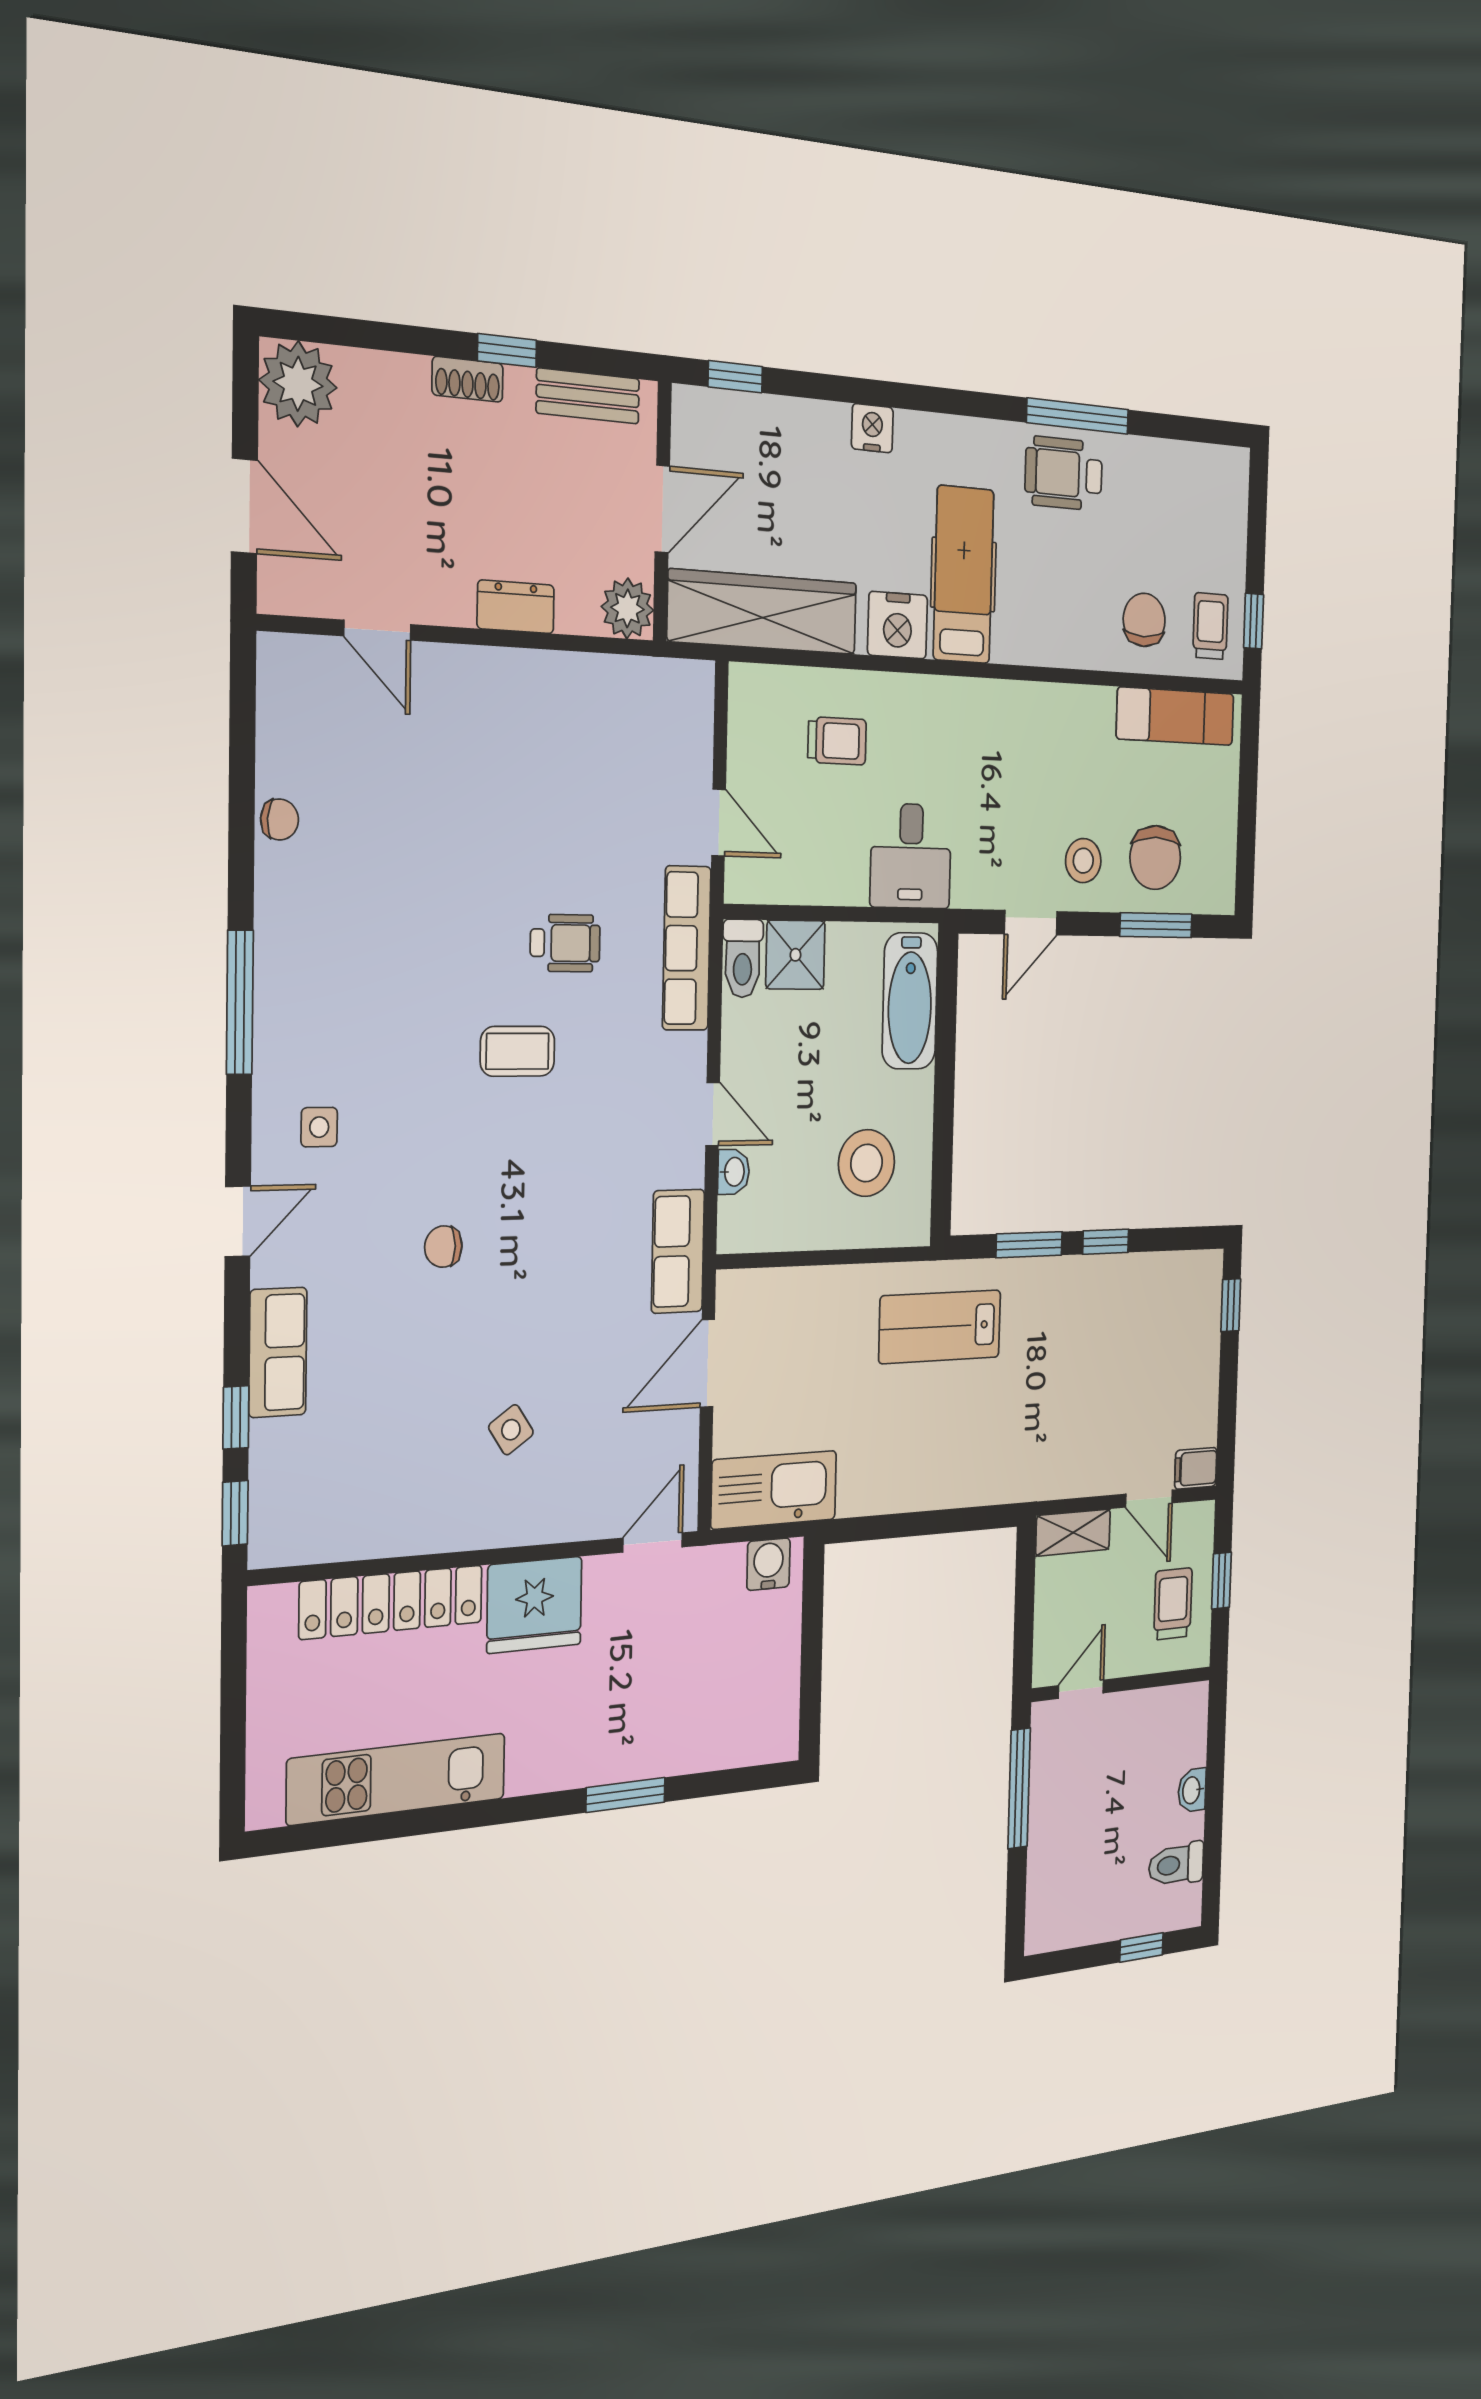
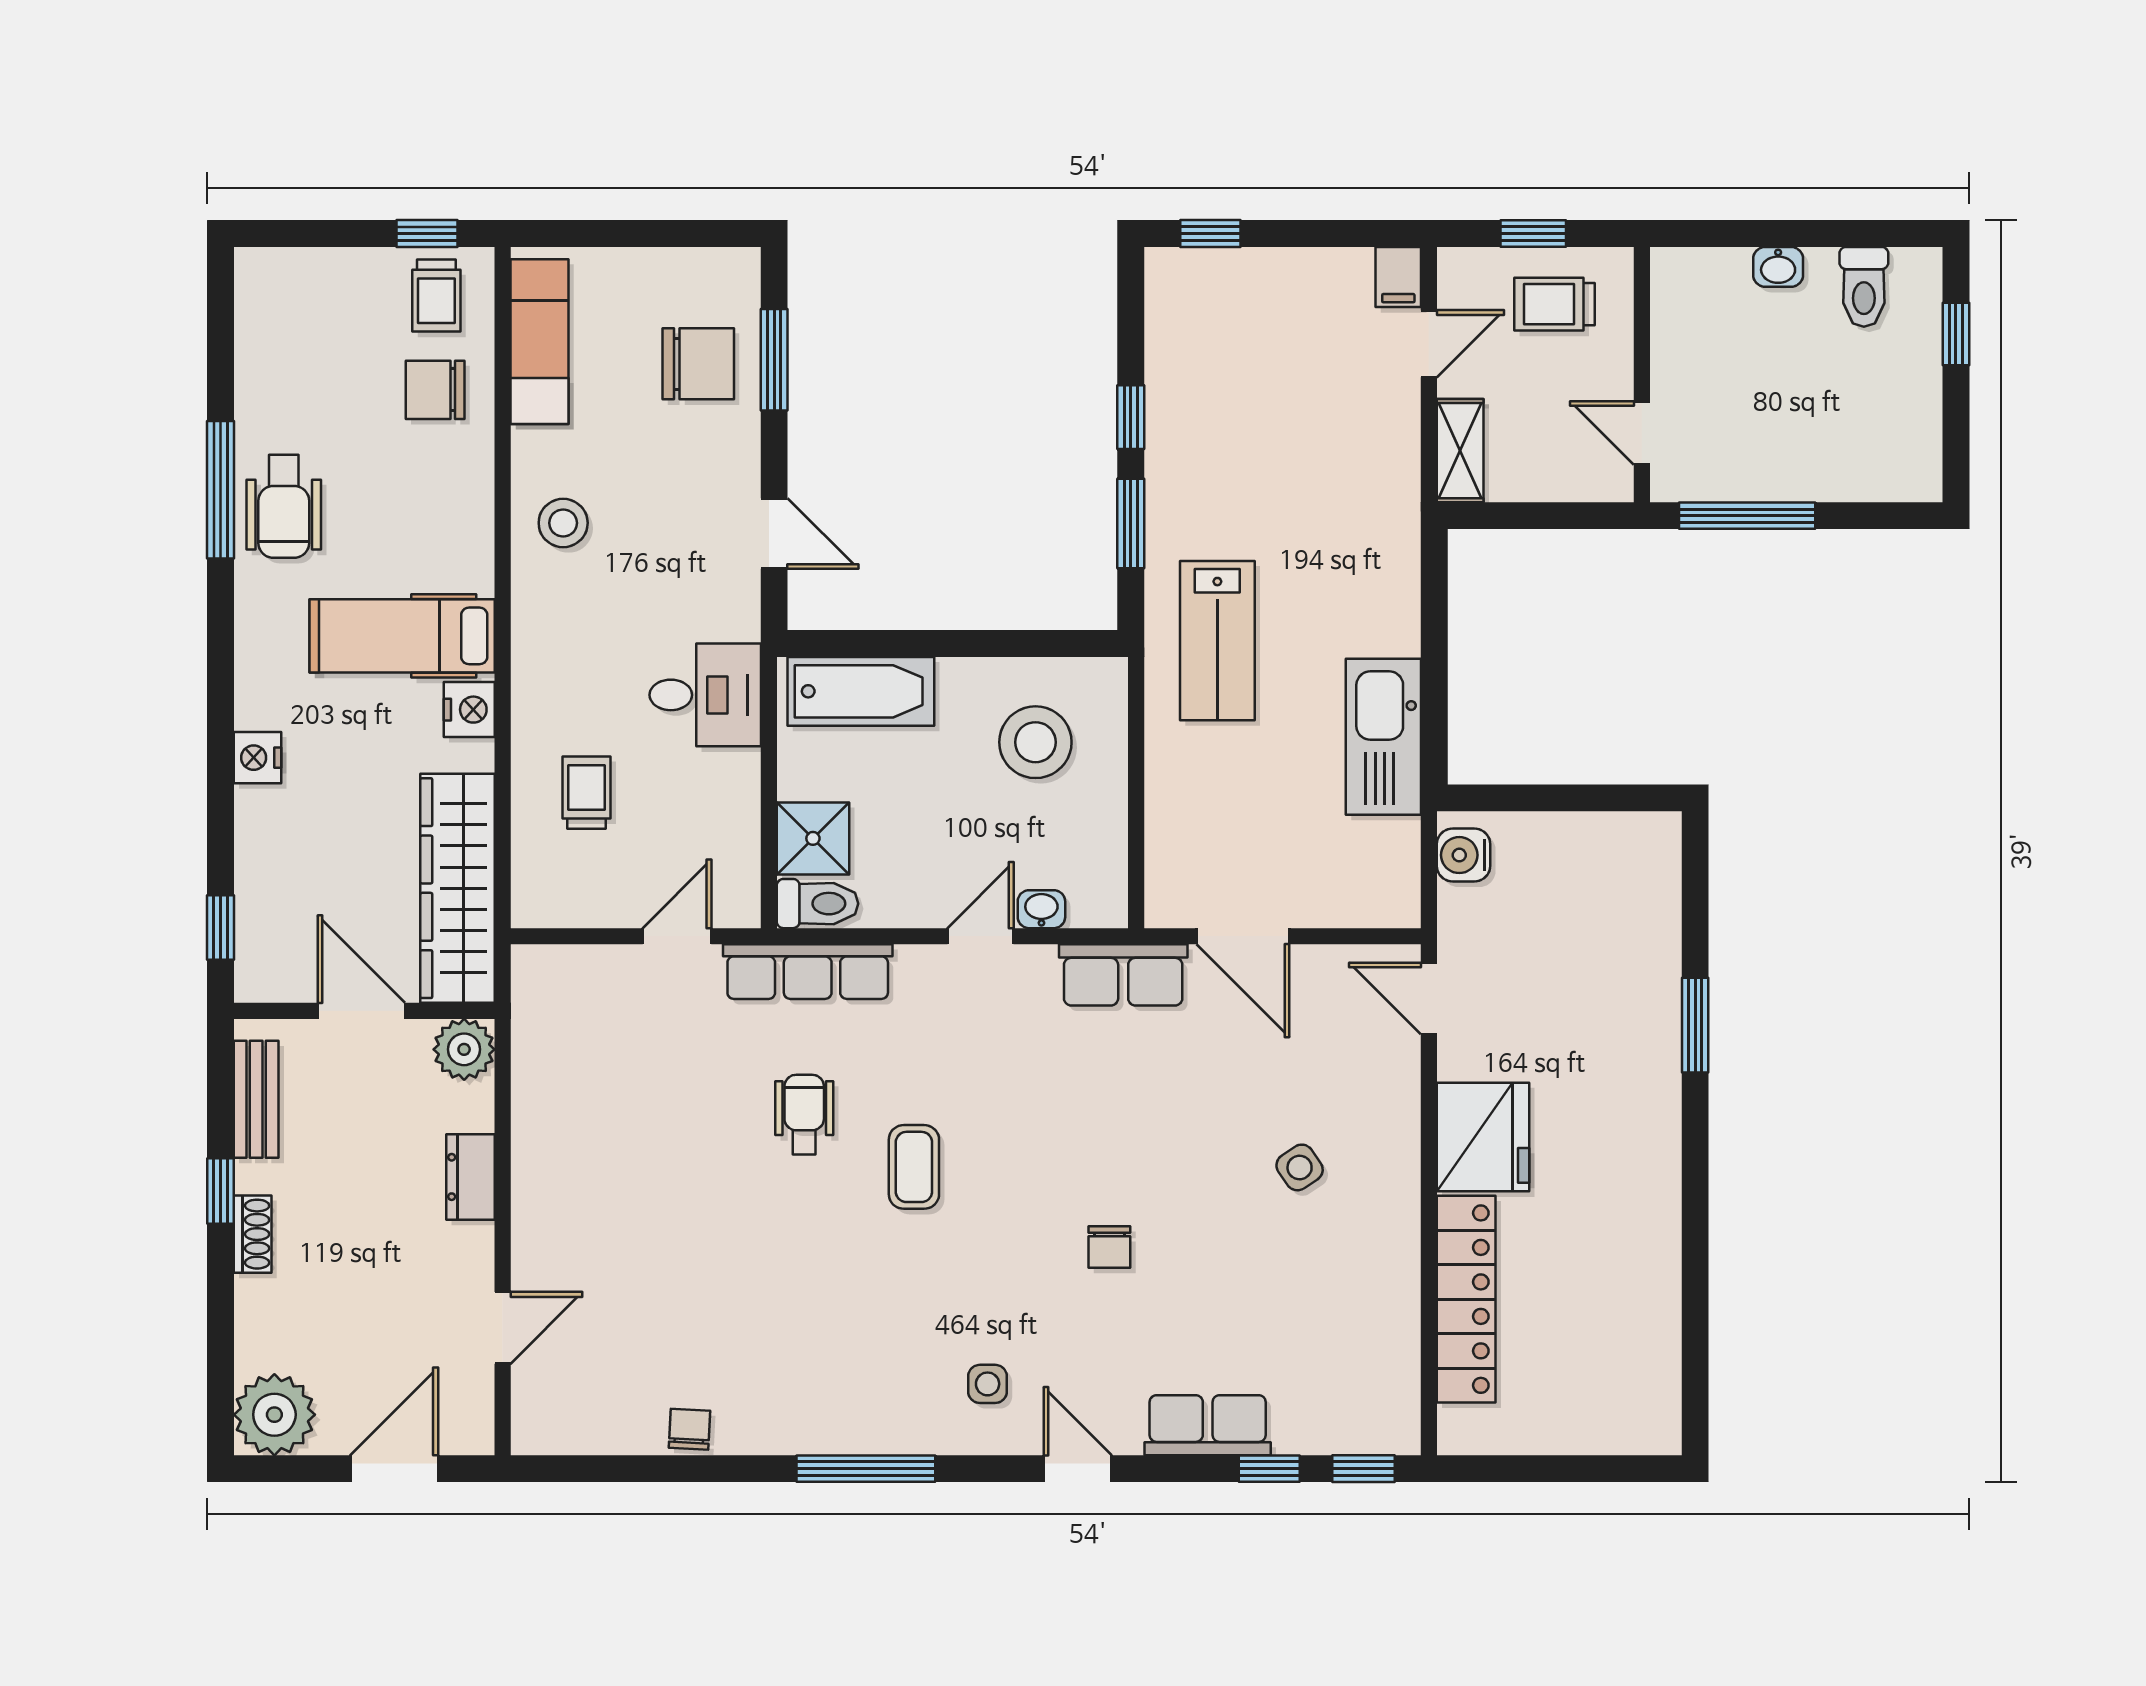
nightstand: (898, 625) -> (469, 710), width x0.74, depth x0.75
trolley: (1210, 626) -> (436, 296), turned -90
stool: (1083, 861) -> (563, 523), moved
kitchen sink: (774, 1490) -> (1383, 737), moved
kitchen unit: (397, 1779) -> (1648, 1290), removed

